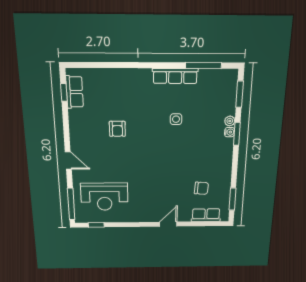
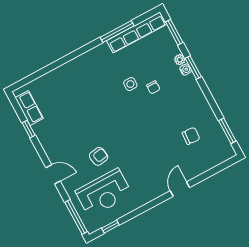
window: (203, 65) -> (117, 32), moved
row of seats: (175, 76) -> (137, 32), moved, width x1.36
window: (64, 93) -> (29, 129), moved
armchair: (117, 129) -> (99, 156), moved, turned -99
chair: (194, 132) -> (153, 87), added
row of seats: (206, 215) -> (211, 160), removed

